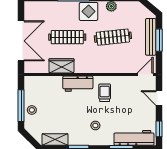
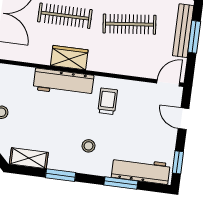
wardrobe: (61, 66) -> (69, 58), moved
workbench: (78, 84) -> (63, 82), width x1.37

